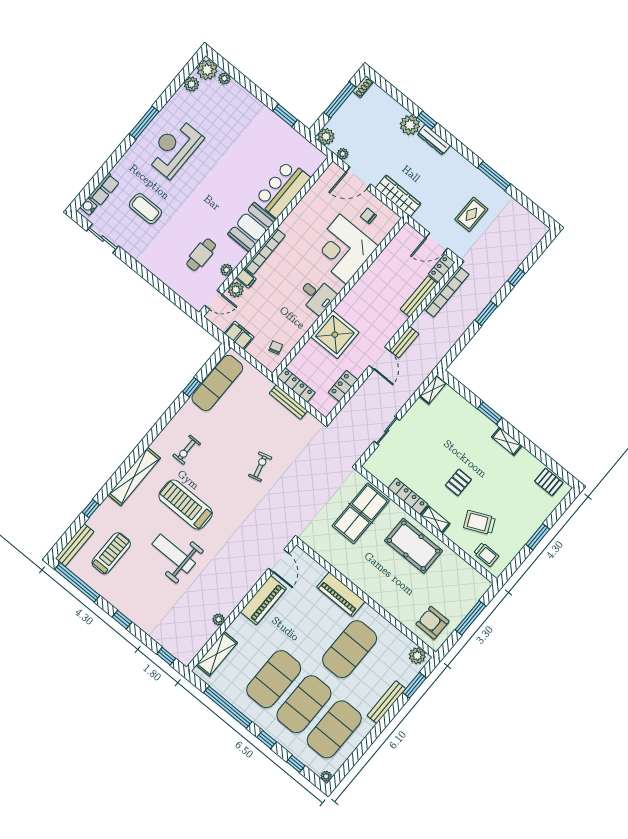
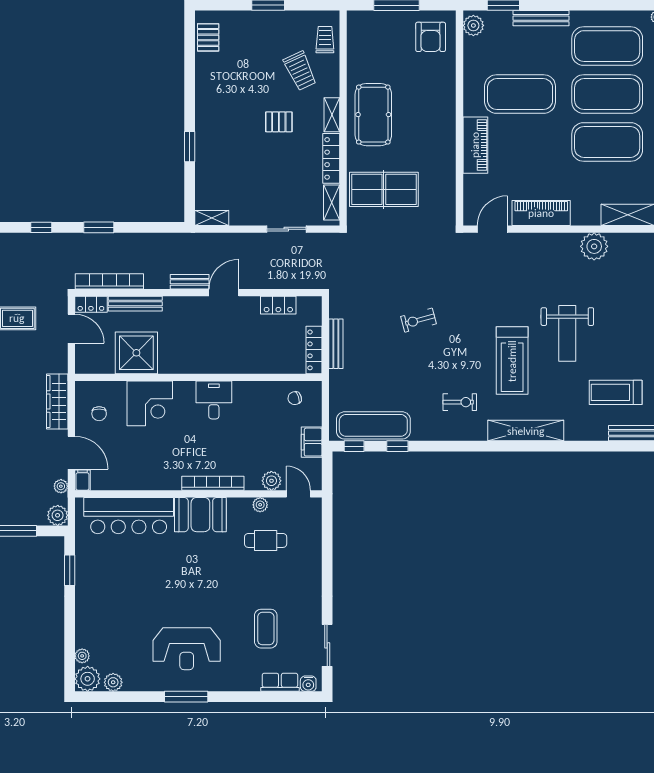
bar counter: (282, 189) -> (129, 516), width x1.36
corner desk: (343, 249) -> (150, 403), width x0.74, depth x0.74
filing cabinet: (246, 278) -> (83, 480), moved
shower: (335, 335) -> (136, 353), moved
shelving: (507, 441) -> (332, 202), moved
window: (91, 509) -> (354, 446), moved
plant: (219, 619) -> (594, 246), width x1.88, depth x1.88

